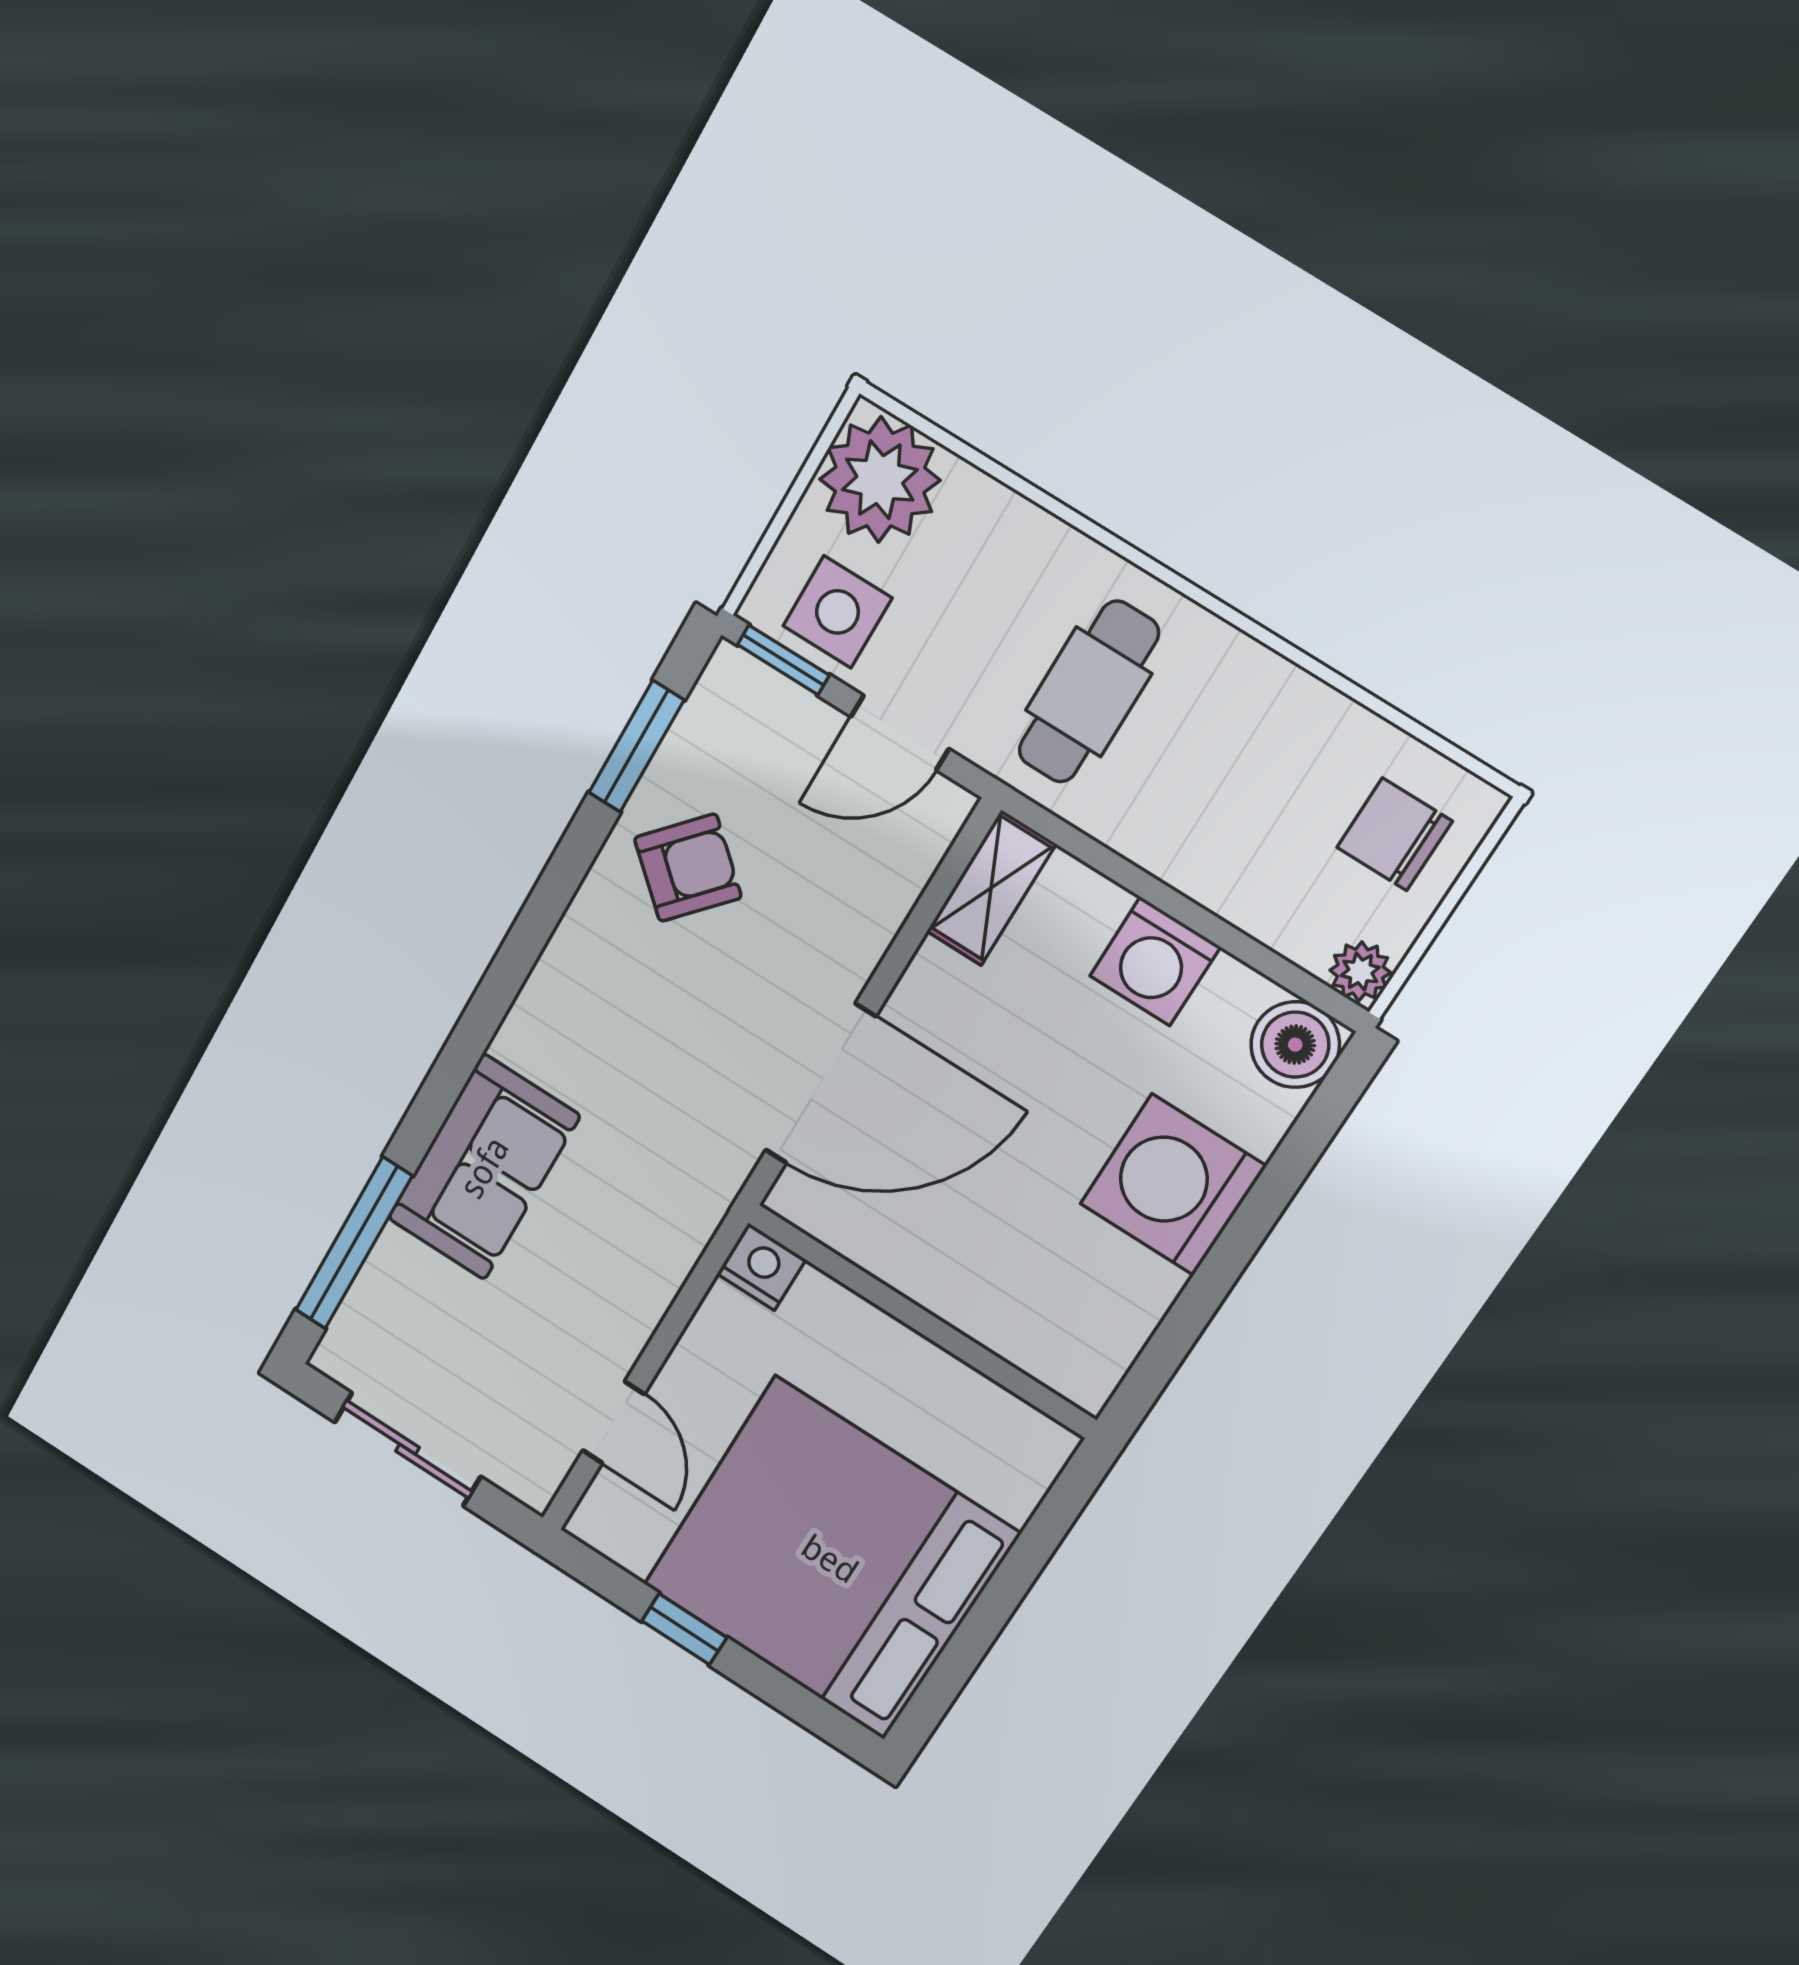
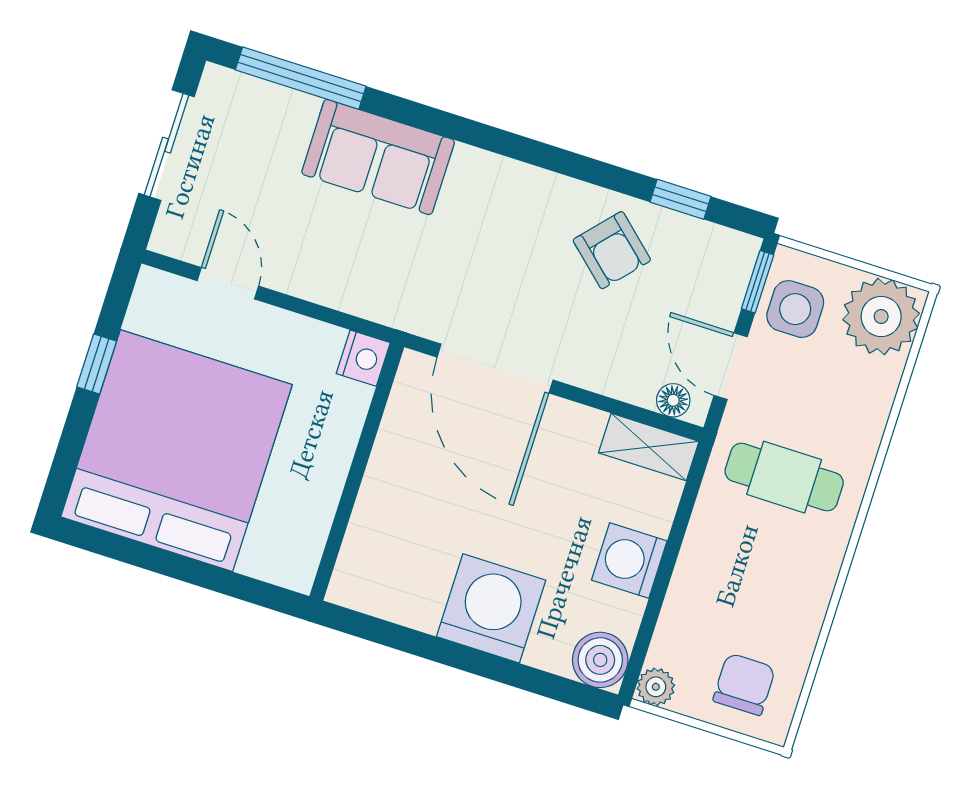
window: (636, 746) -> (680, 199), width x0.67
floor lamp: (930, 833) -> (673, 400), added
door: (613, 1422) -> (228, 283), swing flipped

